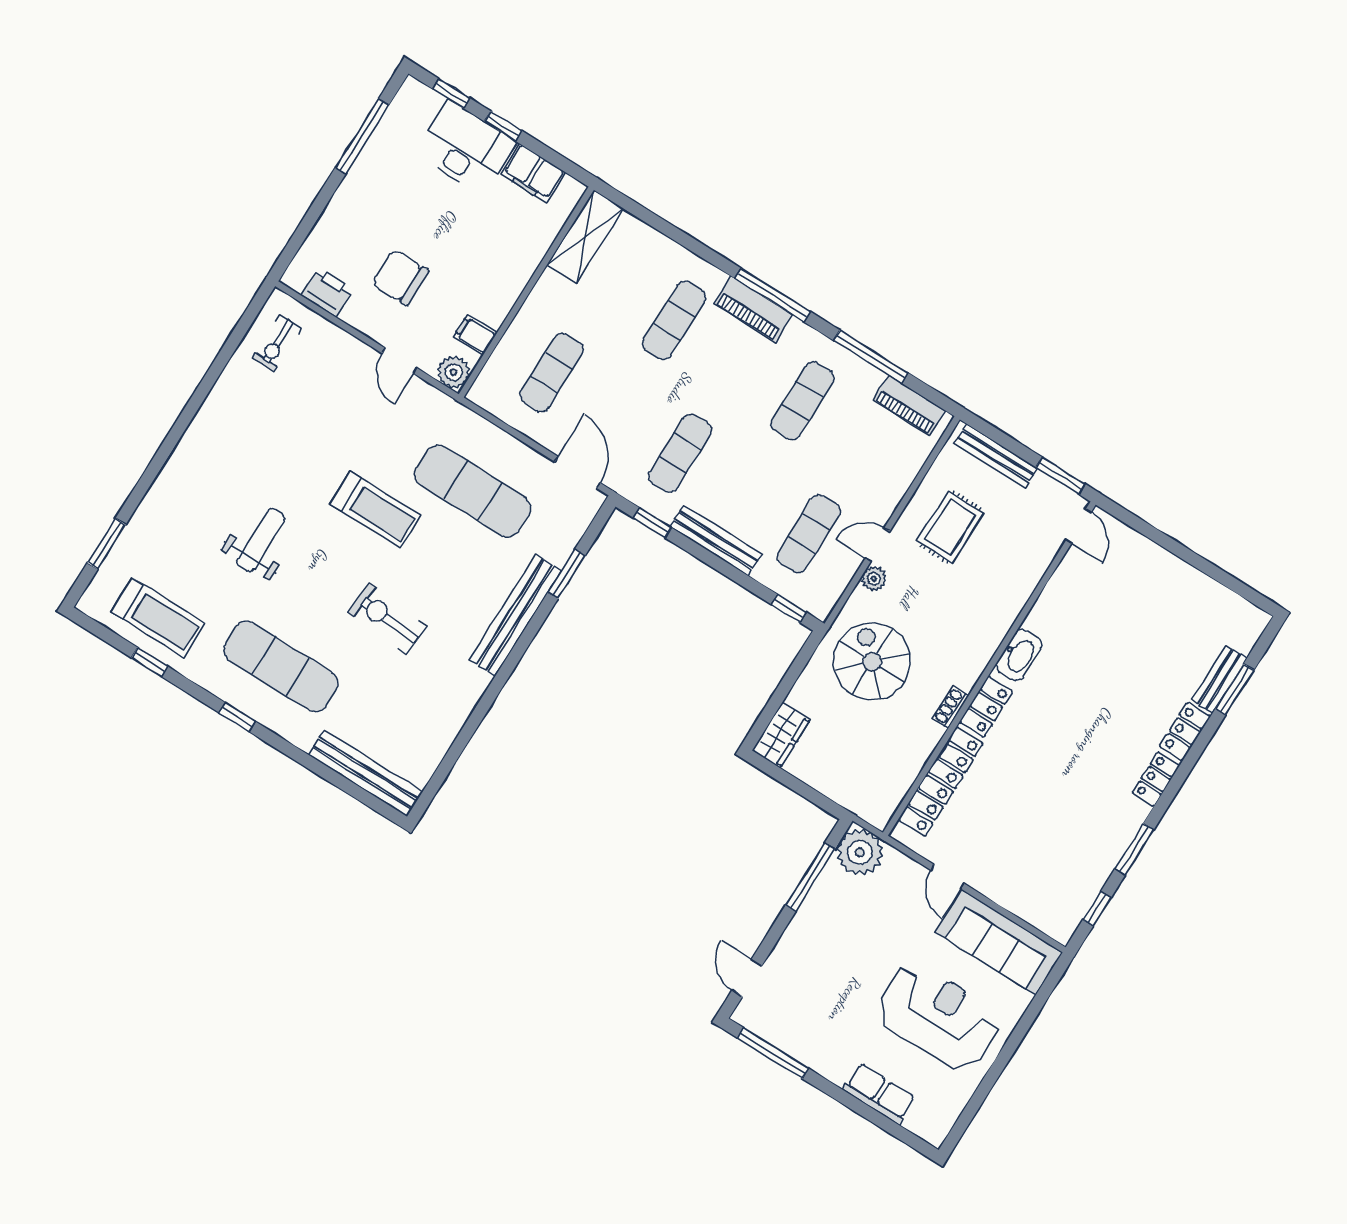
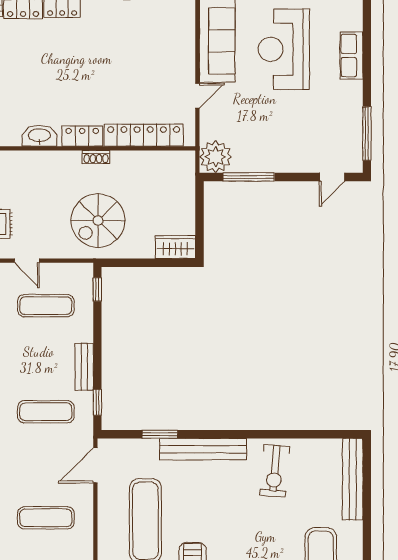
bench: (716, 540) -> (84, 367), width x0.73
plant: (874, 579) -> (48, 250), removed
exercise bike: (387, 619) -> (275, 471), moved

